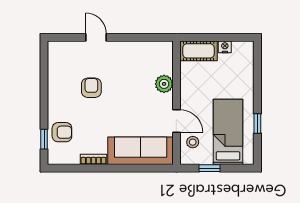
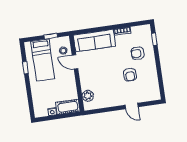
plant: (164, 84) -> (88, 96), moved
armchair: (62, 132) -> (138, 53), moved

